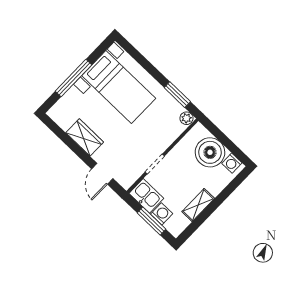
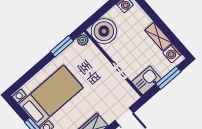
boiler: (210, 152) -> (104, 31), moved
washing machine: (162, 214) -> (172, 53), moved, turned -90

